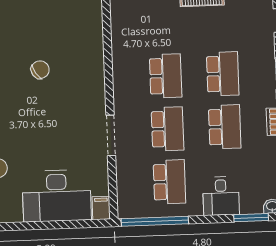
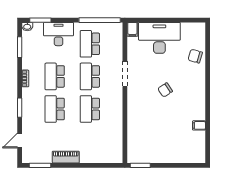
chair: (40, 70) -> (165, 90), moved
desk: (221, 196) -> (59, 34), width x1.37

